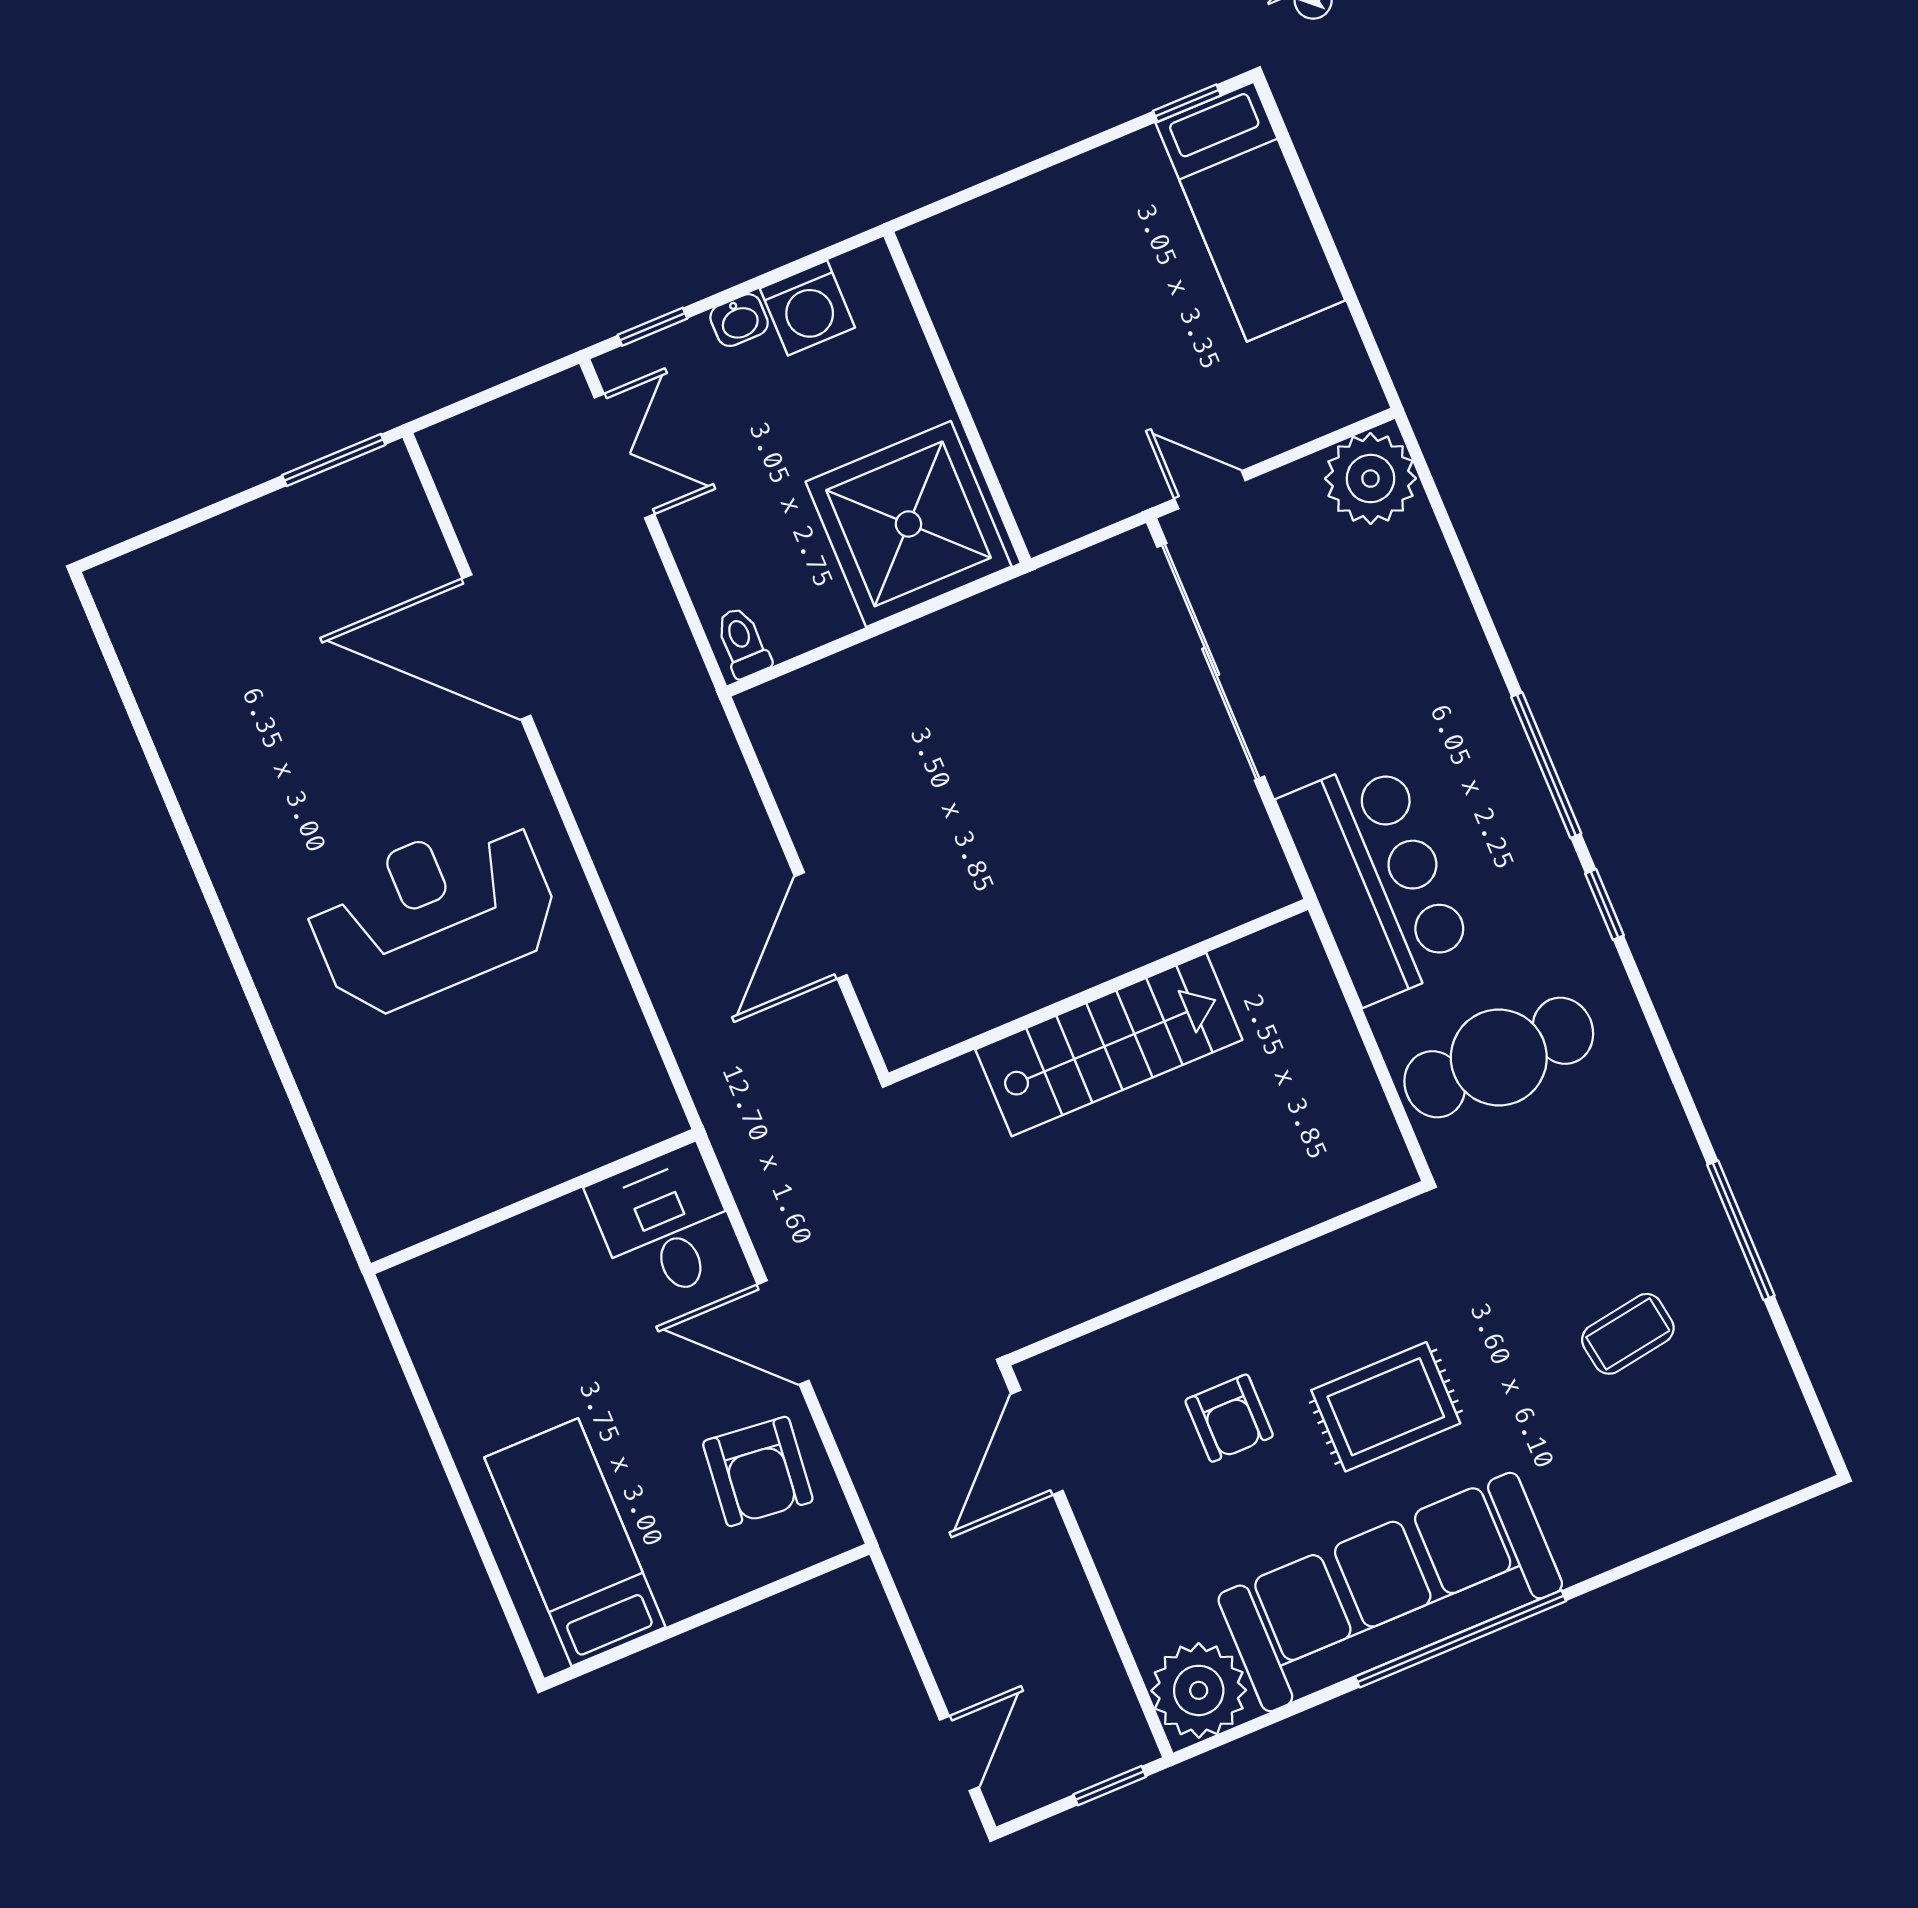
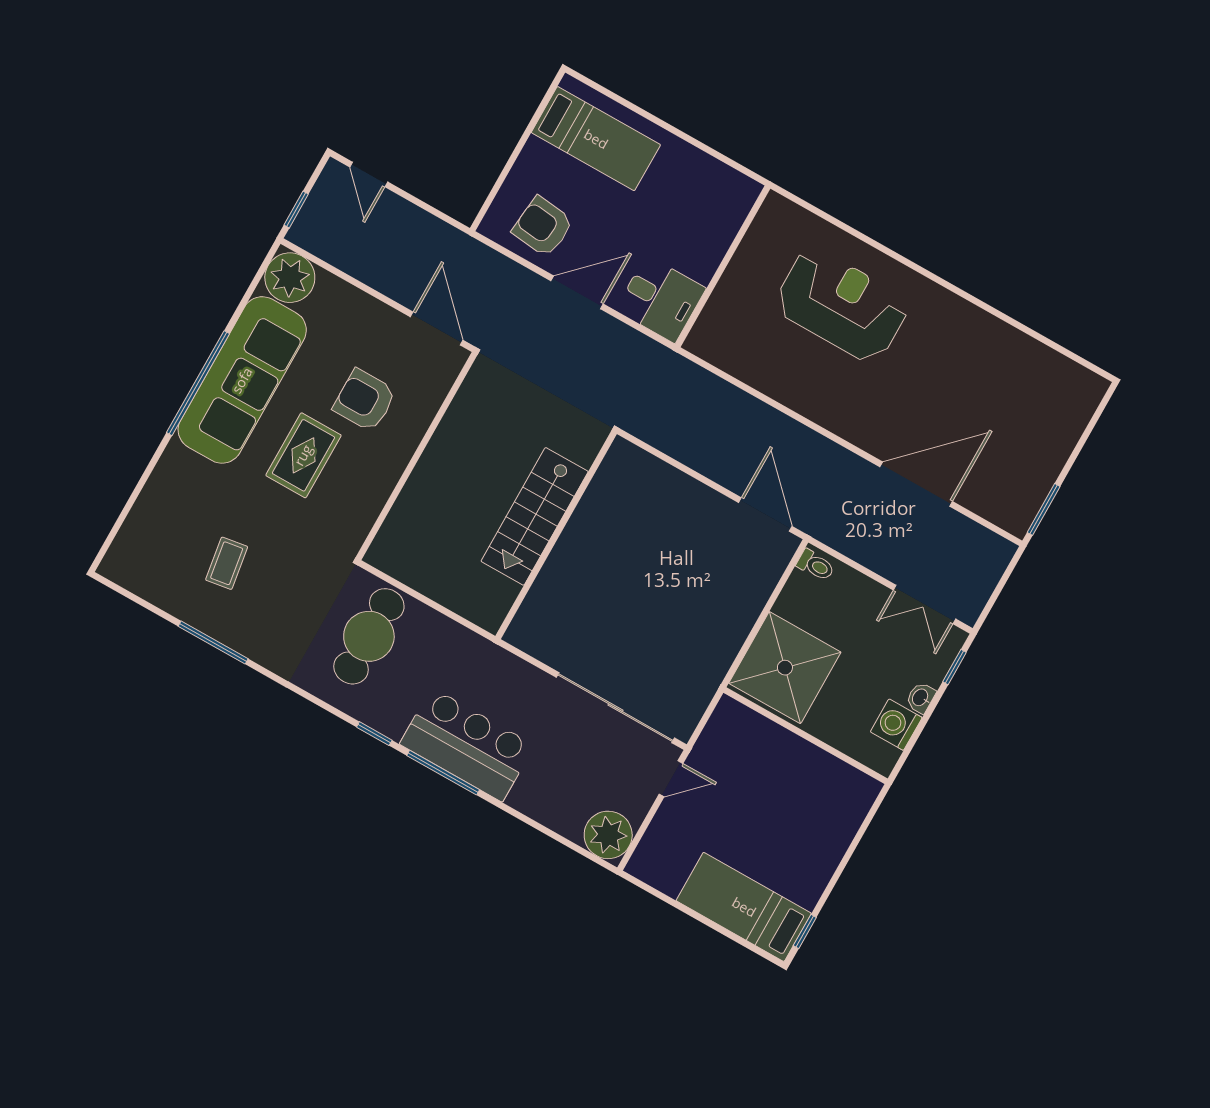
bar counter: (1376, 880) -> (467, 745), moved, turned 180
reception desk: (433, 914) -> (842, 305), moved, turned -90
door: (821, 926) -> (765, 514), moved
armchair: (1229, 1418) -> (365, 400), width x1.38, depth x1.38

